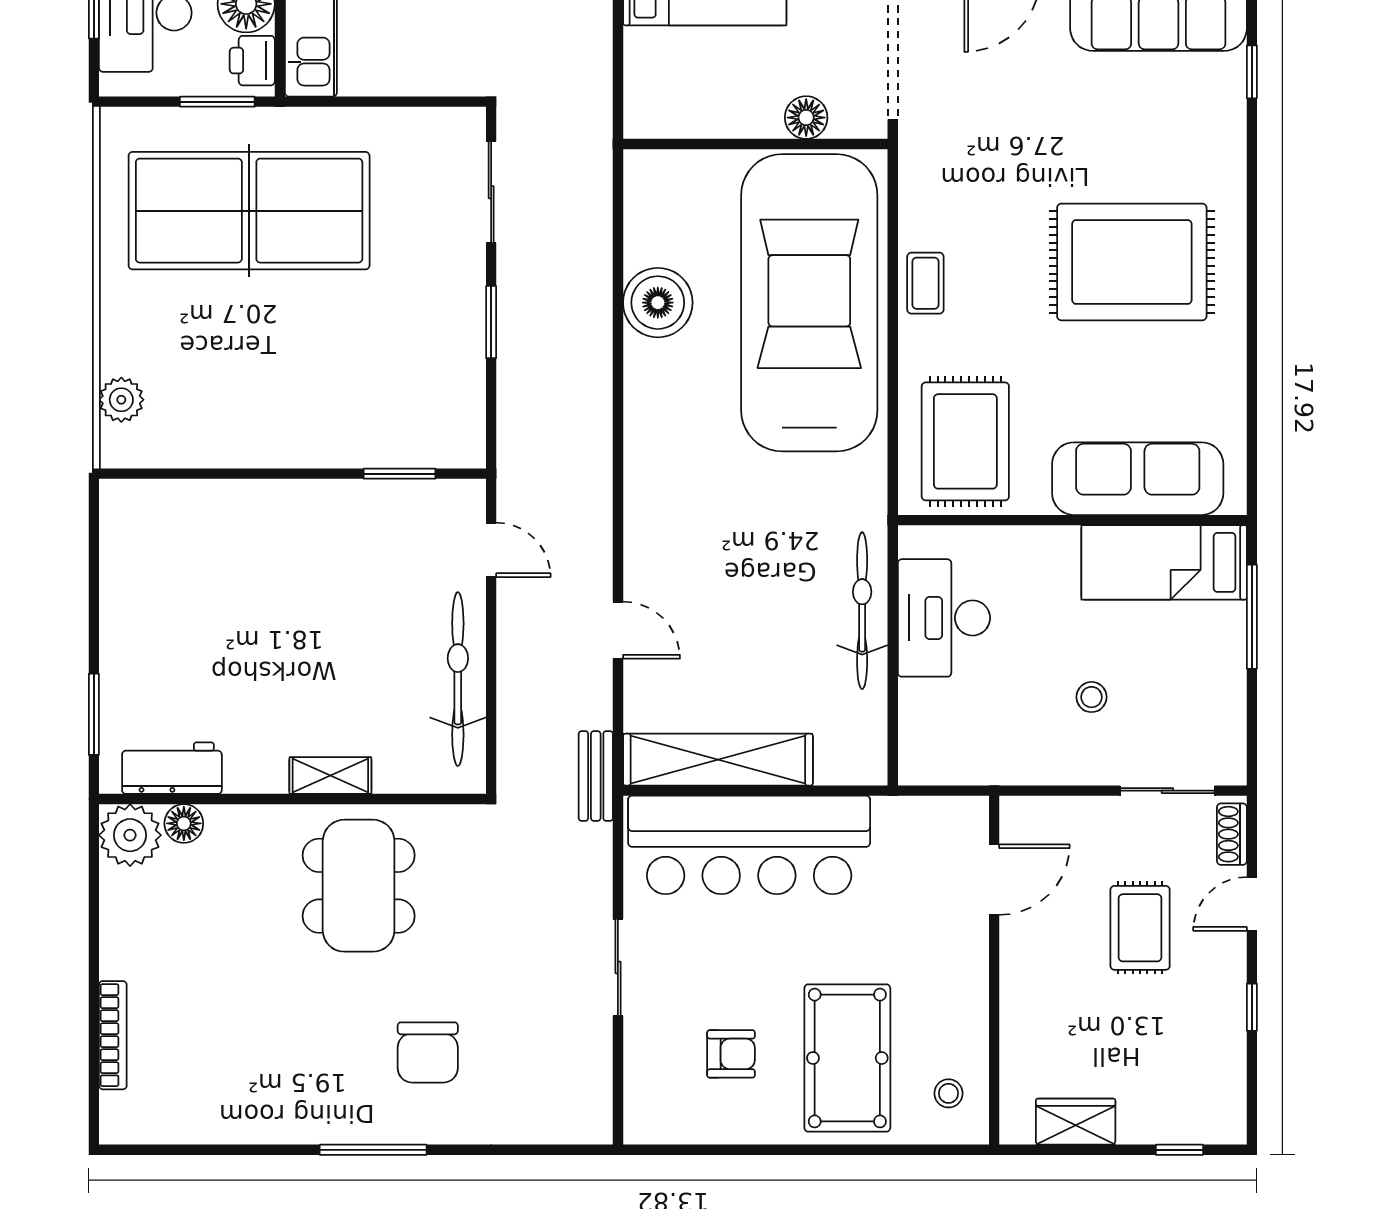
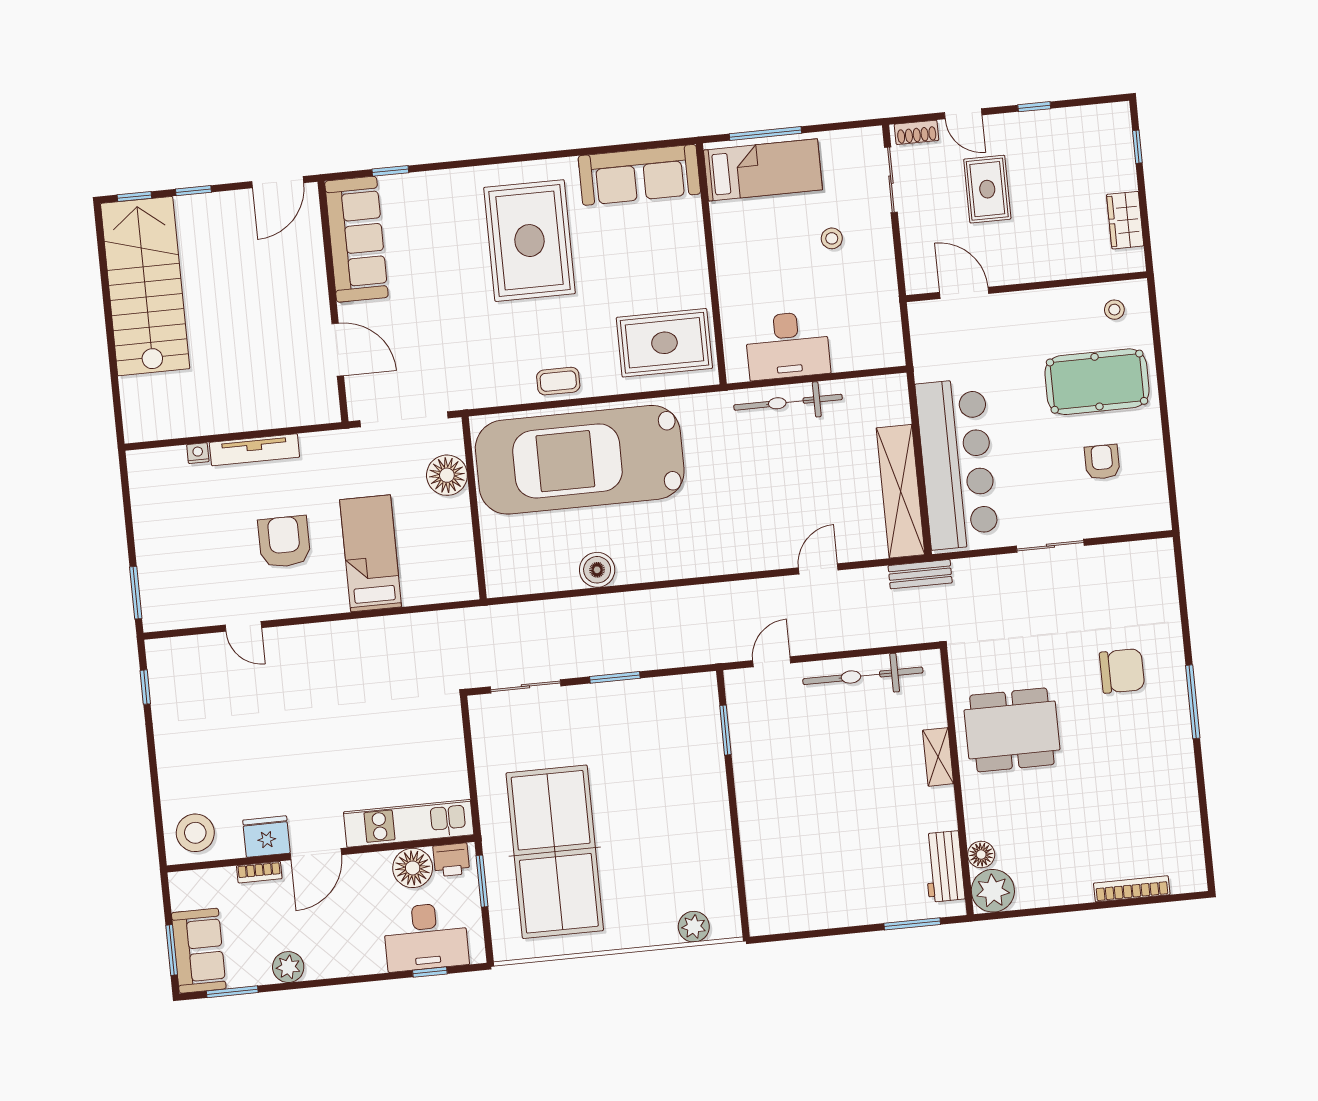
floor lamp: (806, 118) -> (447, 475), width x1.38, depth x1.38
boiler: (658, 303) -> (597, 570), width x0.73, depth x0.73
sofa: (1138, 479) -> (639, 175), moved, turned -90
bed: (1164, 562) -> (763, 170), moved, turned -90
rug: (1140, 928) -> (987, 189), turned 90

